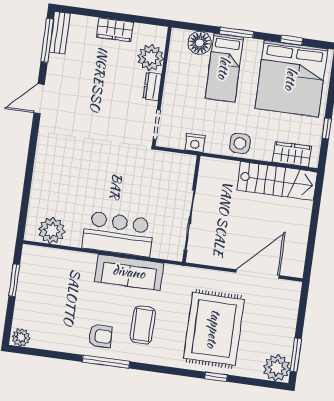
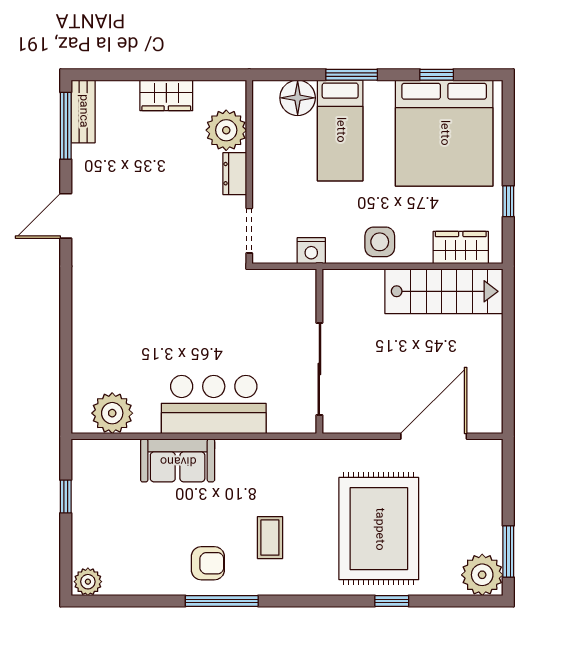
sofa: (129, 272) -> (178, 460), moved, width x0.73
window: (14, 280) -> (66, 496), width x0.67
coffee table: (143, 325) -> (270, 538), width x0.73, depth x0.77

